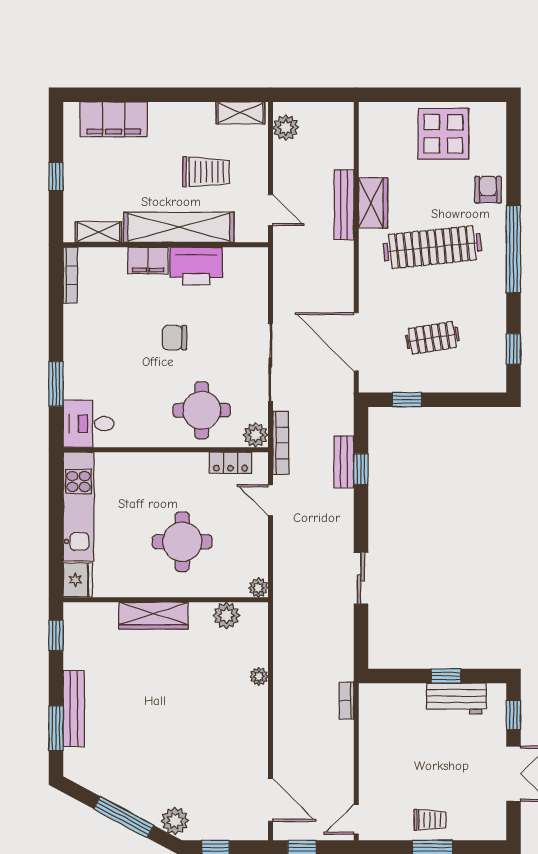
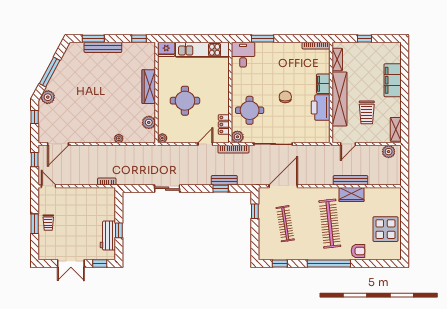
filing cabinet: (114, 119) -> (393, 80), moved
clothes rail: (432, 338) -> (285, 224), width x1.36

